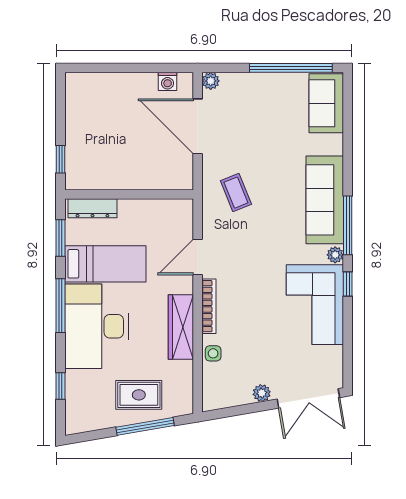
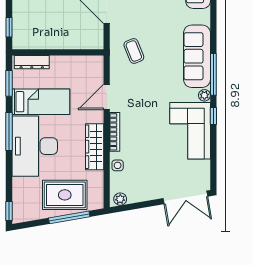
window: (61, 386) -> (9, 211), moved
plant: (262, 393) -> (120, 199), moved
rug: (139, 395) -> (65, 195), width x1.36, depth x1.43

